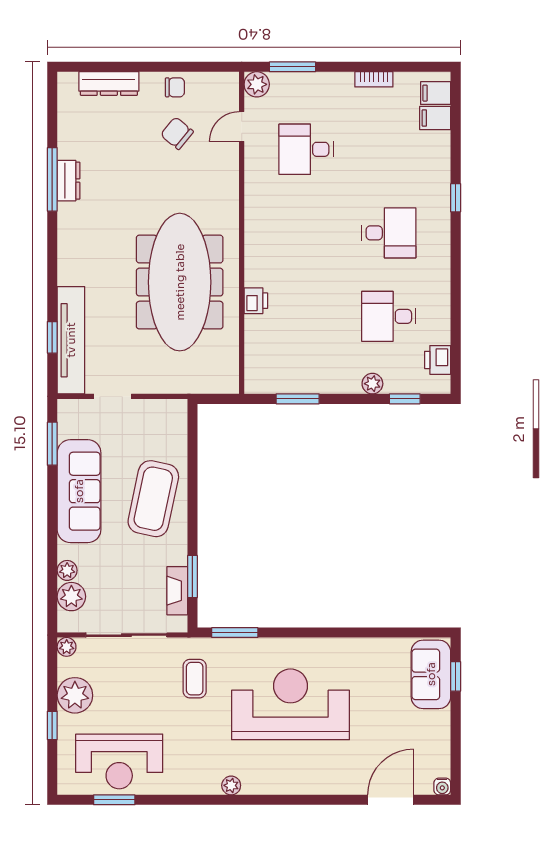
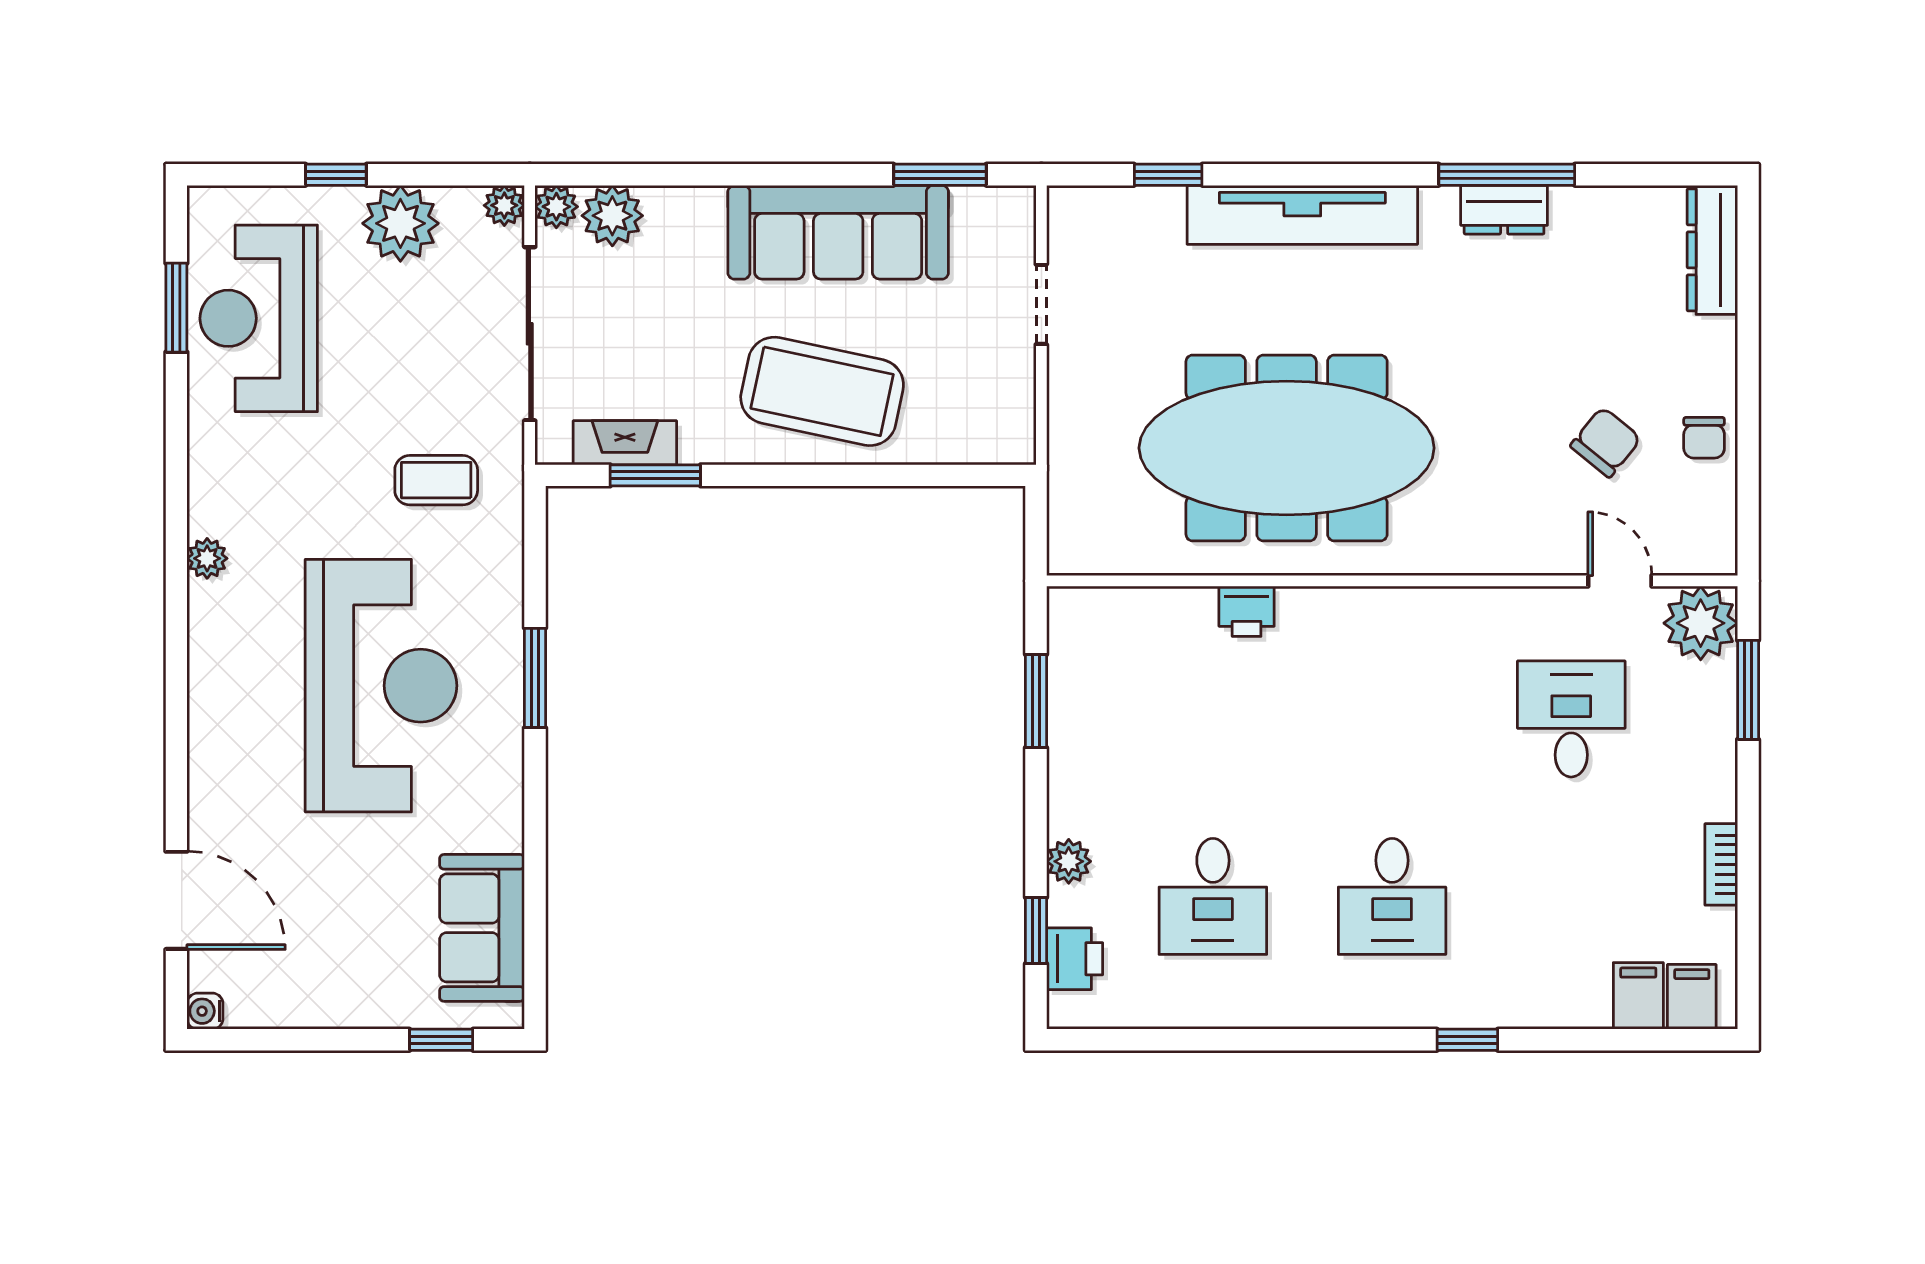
dresser: (109, 84) -> (1712, 250), moved
plant: (257, 84) -> (1701, 623), width x1.36, depth x1.36
desk: (389, 316) -> (1213, 896), turned 180
tv unit: (71, 340) -> (1302, 215), moved
printer: (438, 360) -> (1075, 959), moved, turned 90
plant: (67, 570) -> (556, 207), moved
window: (235, 633) -> (535, 678), moved
sofa: (431, 674) -> (482, 928), moved, turned -90

